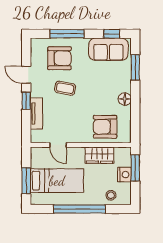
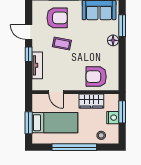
floor lamp: (125, 99) -> (113, 40), moved

